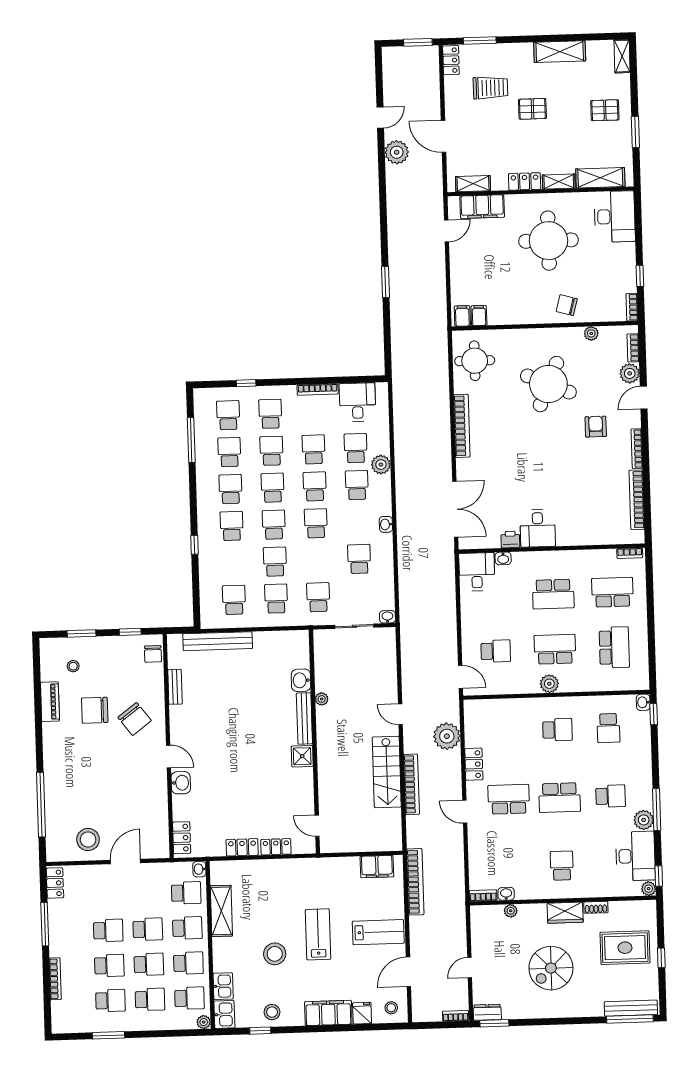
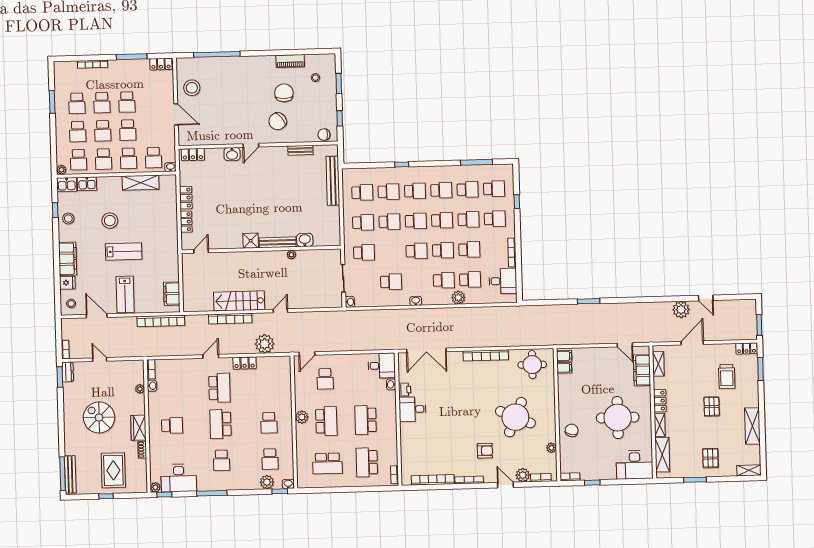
school desk: (233, 563) -> (389, 192), added
school desk: (612, 592) -> (367, 462), turned 180
school desk: (608, 728) -> (270, 459), turned -90
plant: (644, 820) -> (267, 482), moved

